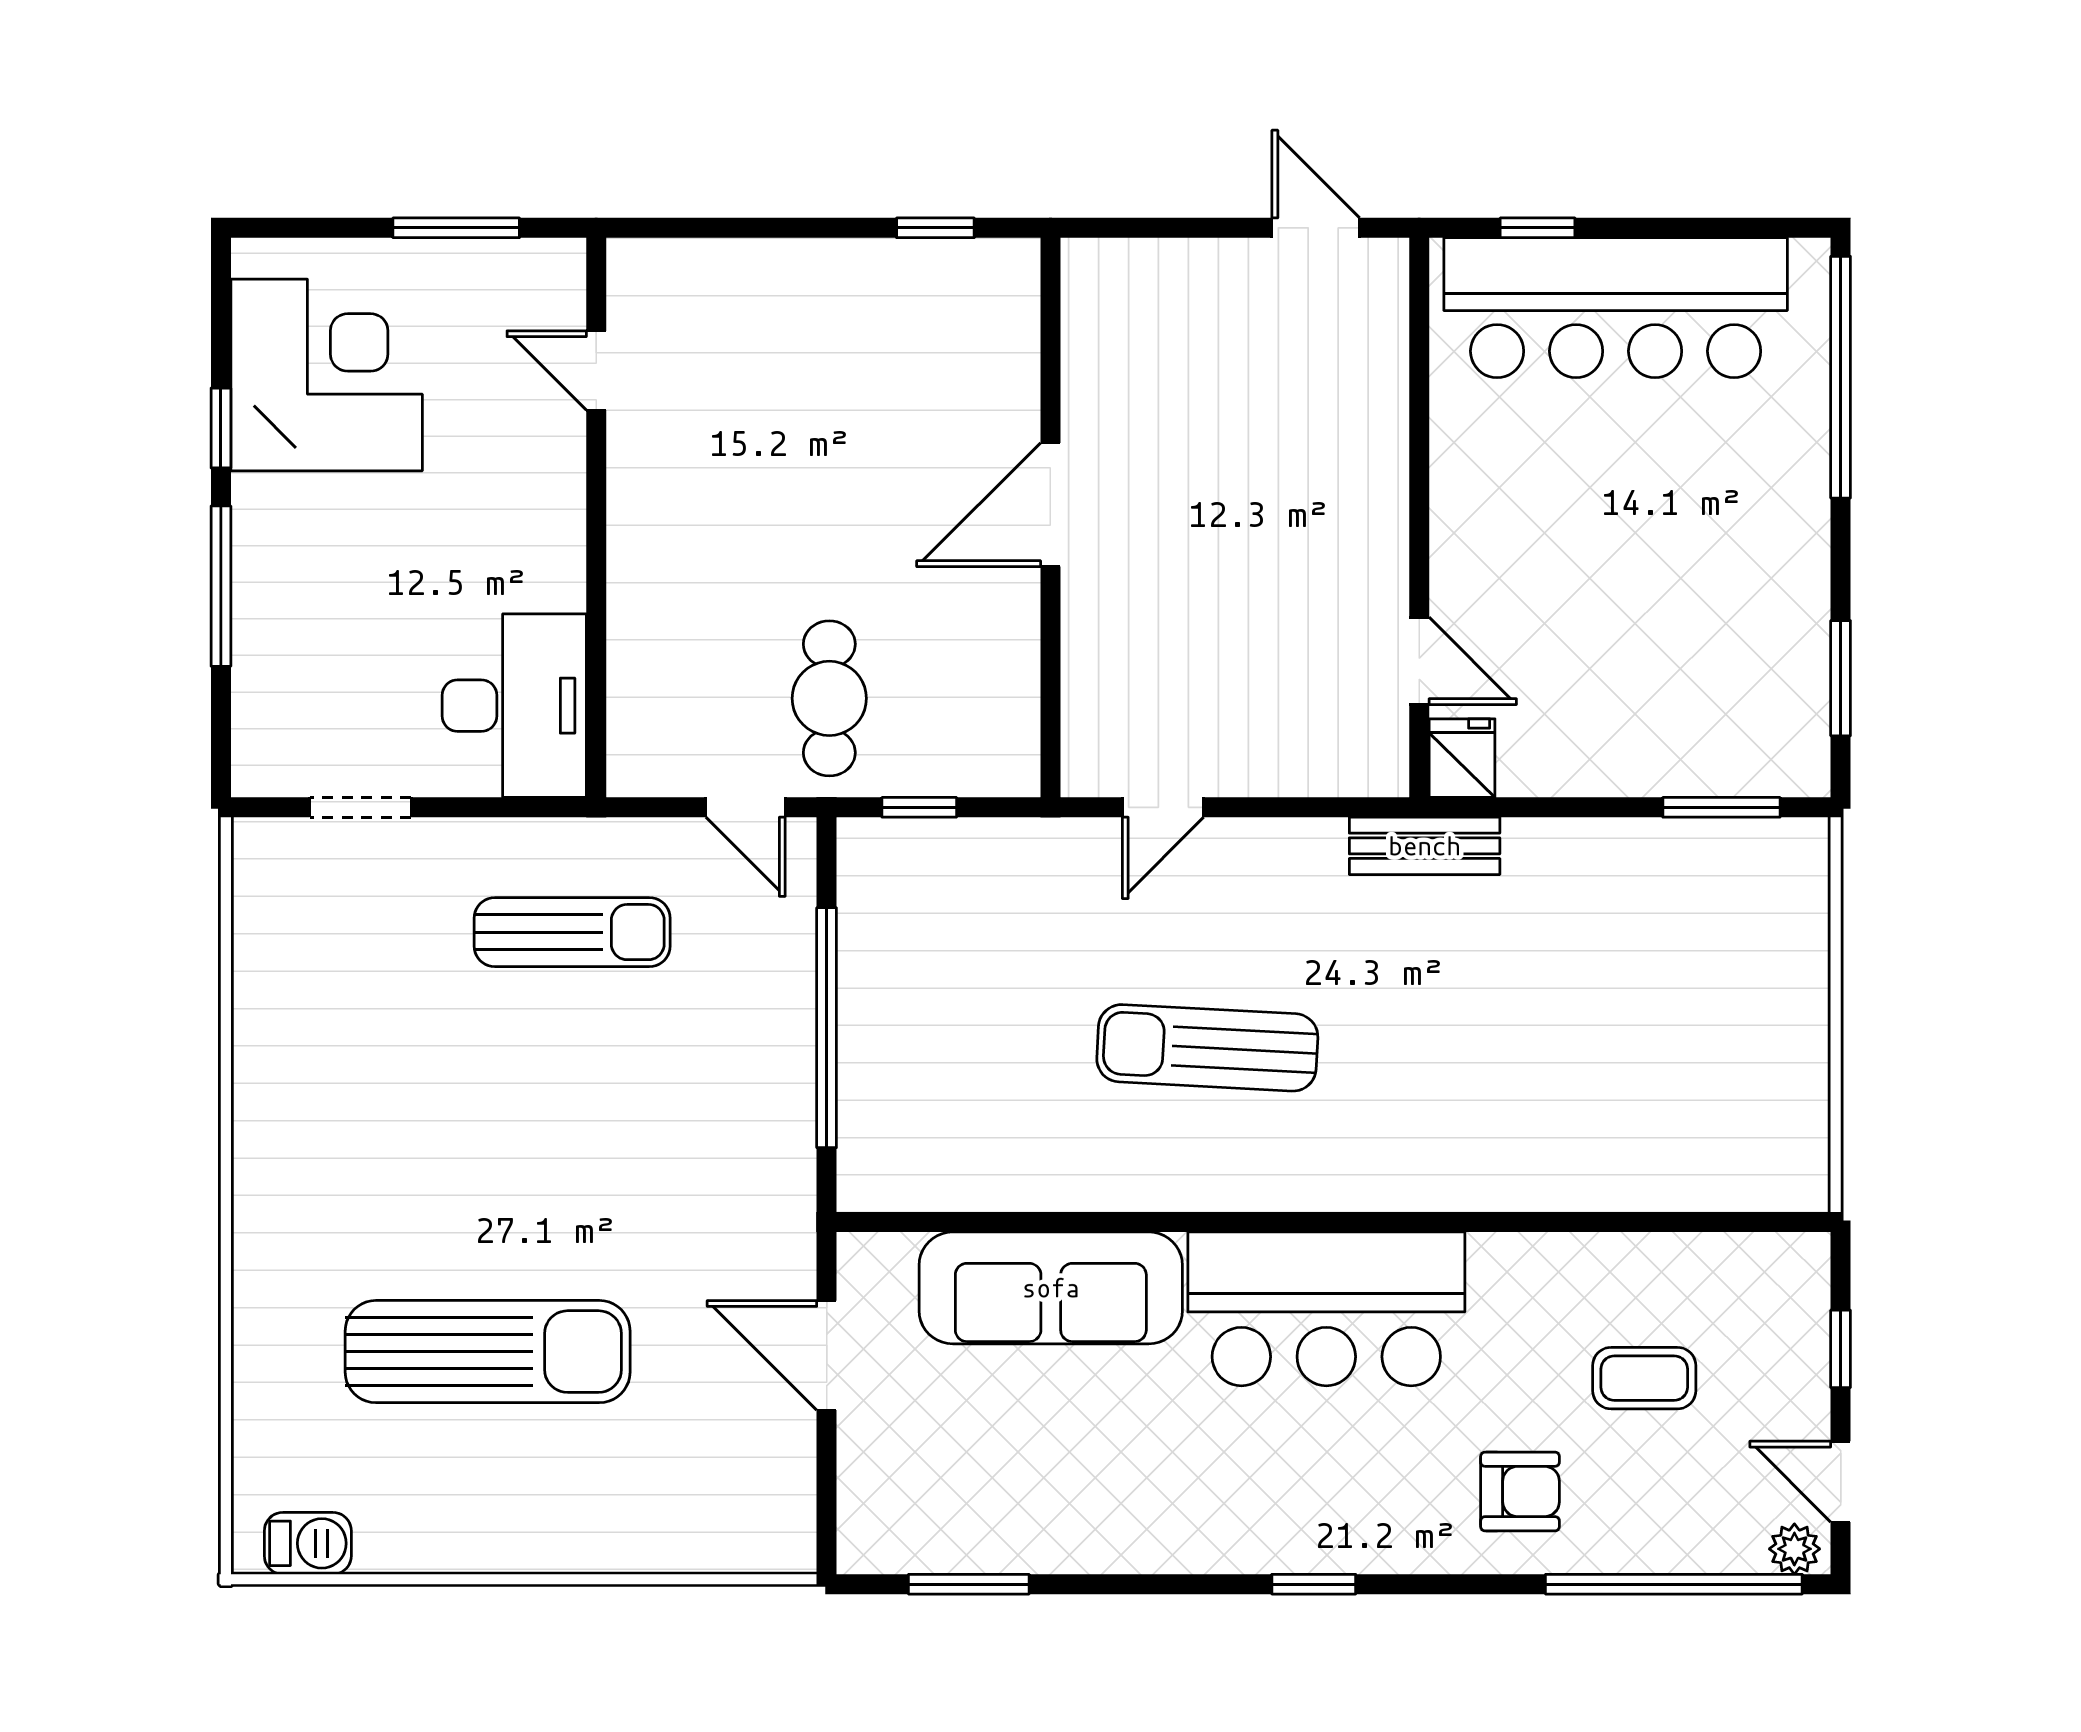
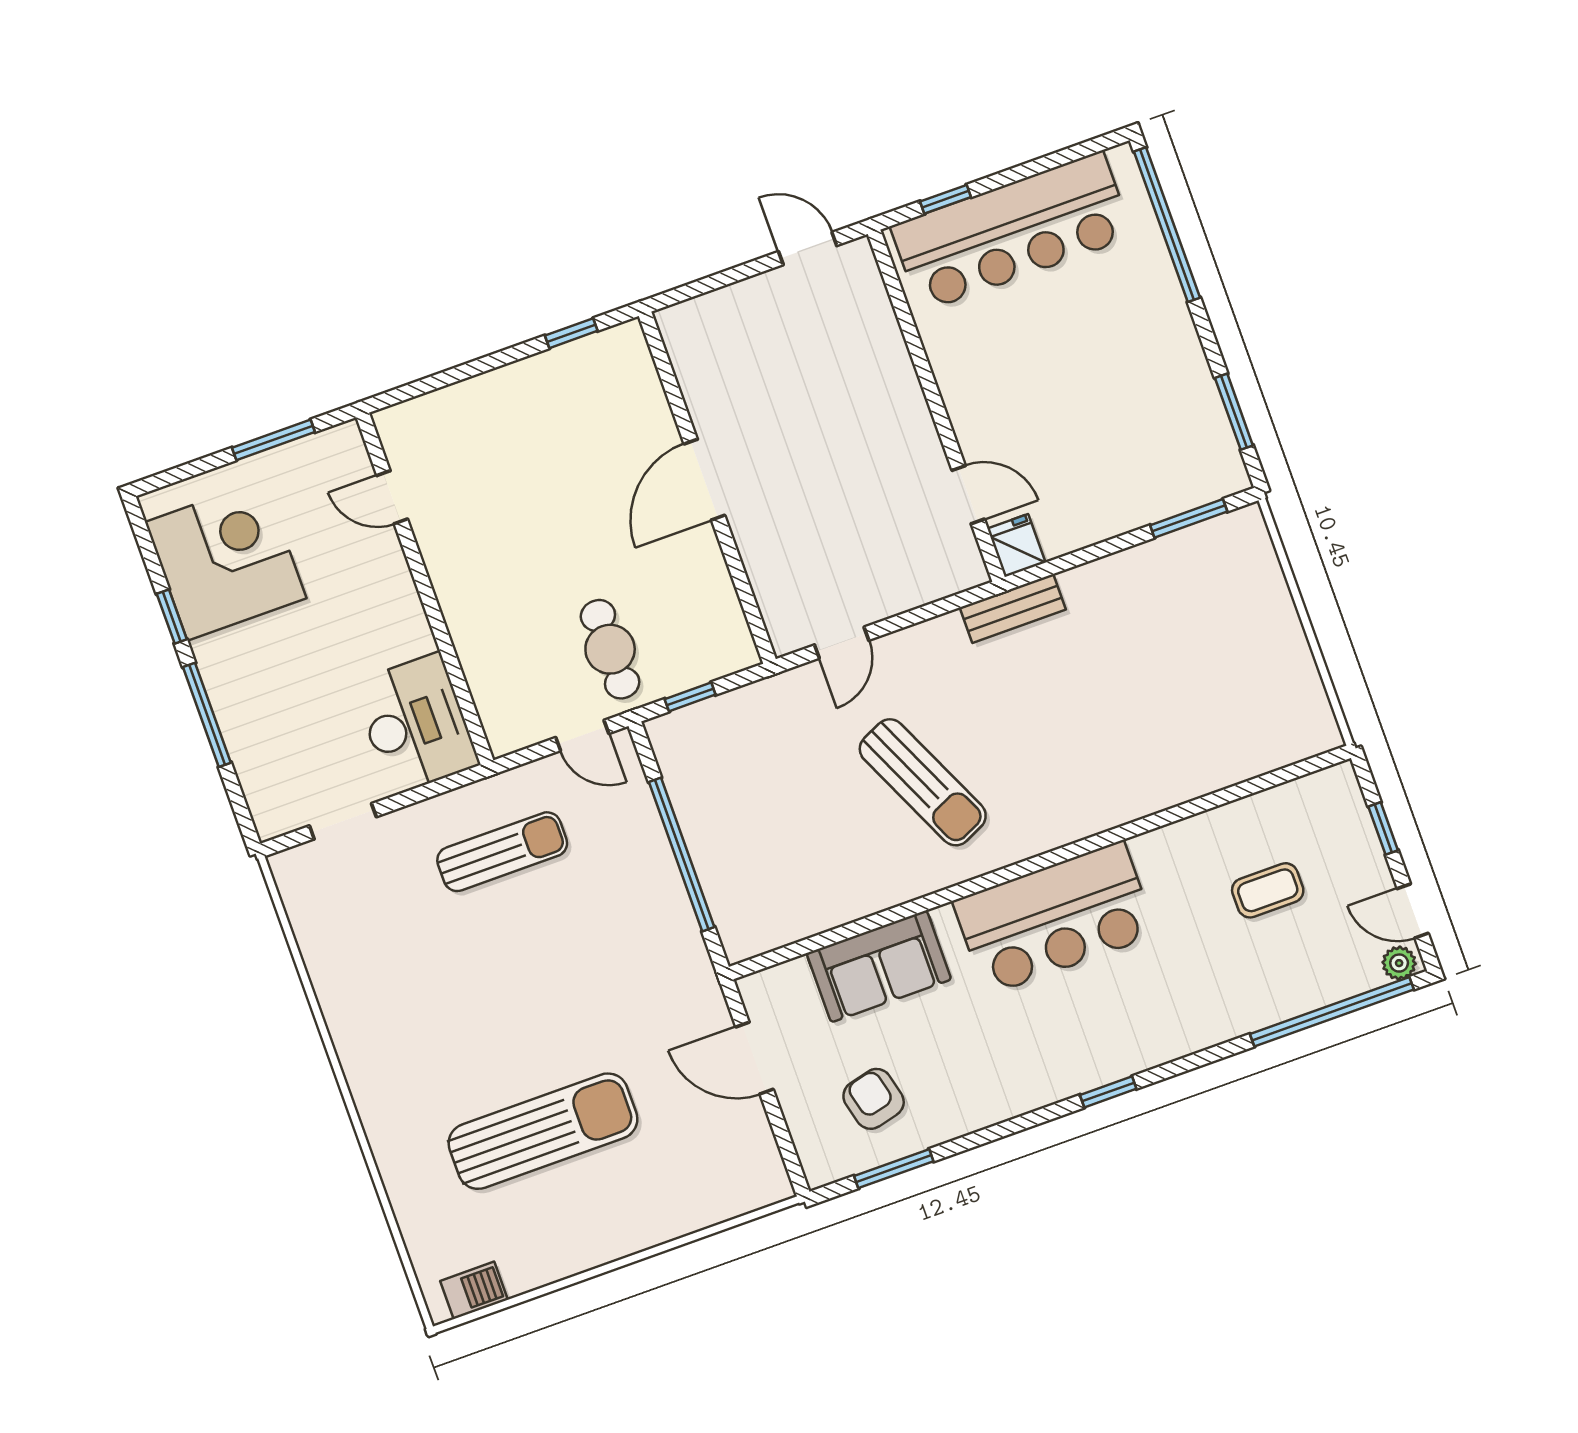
sun lounger: (1207, 1048) -> (923, 782), turned -118
sofa: (1051, 1288) -> (879, 966), width x0.73
armchair: (1520, 1491) -> (874, 1099), moved, turned -104

